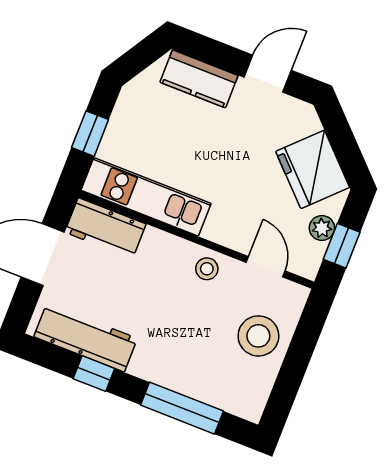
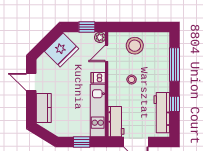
dishwasher: (219, 226) -> (98, 78), added
plant: (322, 228) -> (100, 37), moved
stool: (207, 269) -> (132, 80), moved

